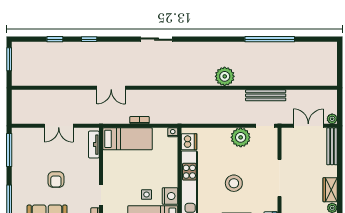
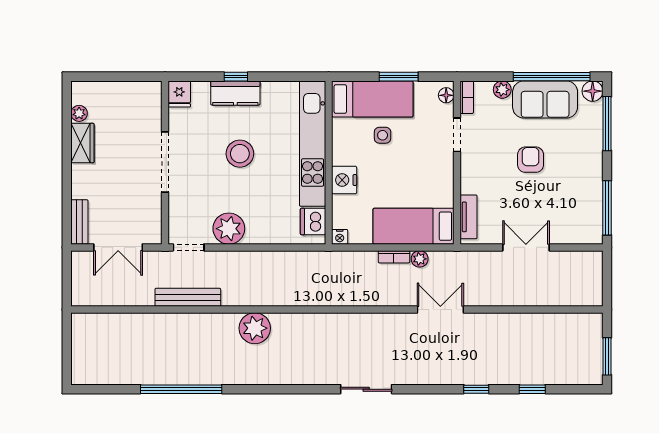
plant: (332, 119) -> (420, 259), moved
bench: (332, 146) -> (79, 222), width x0.73
nightstand: (170, 196) -> (344, 180), moved

